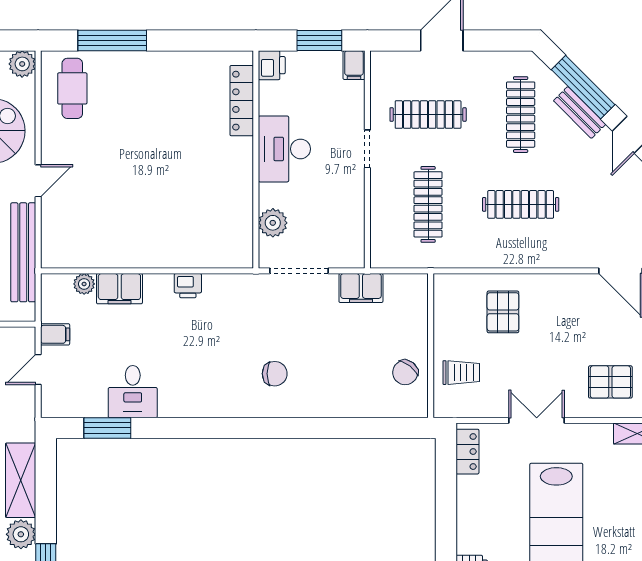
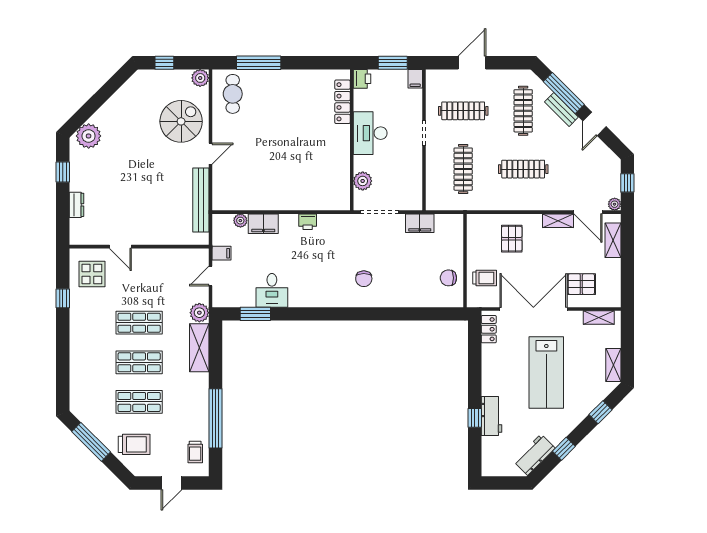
shelving: (574, 284) -> (558, 221), added
chair: (405, 372) -> (448, 278), turned 52
chair: (275, 374) -> (364, 279), turned 90
double door: (537, 420) -> (533, 309), width x1.87
plant: (21, 534) -> (199, 313), moved

